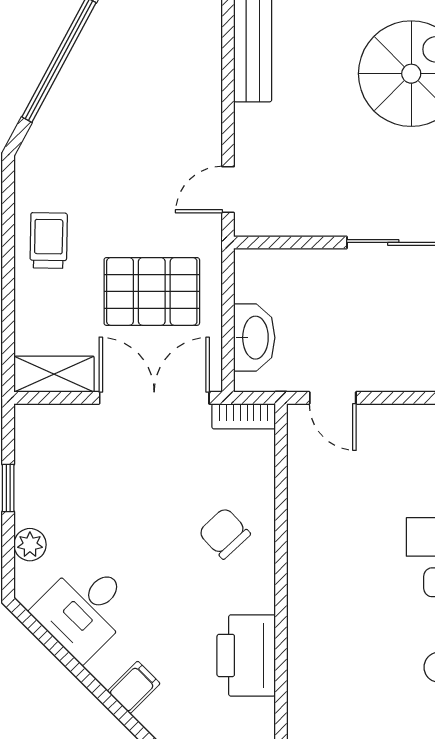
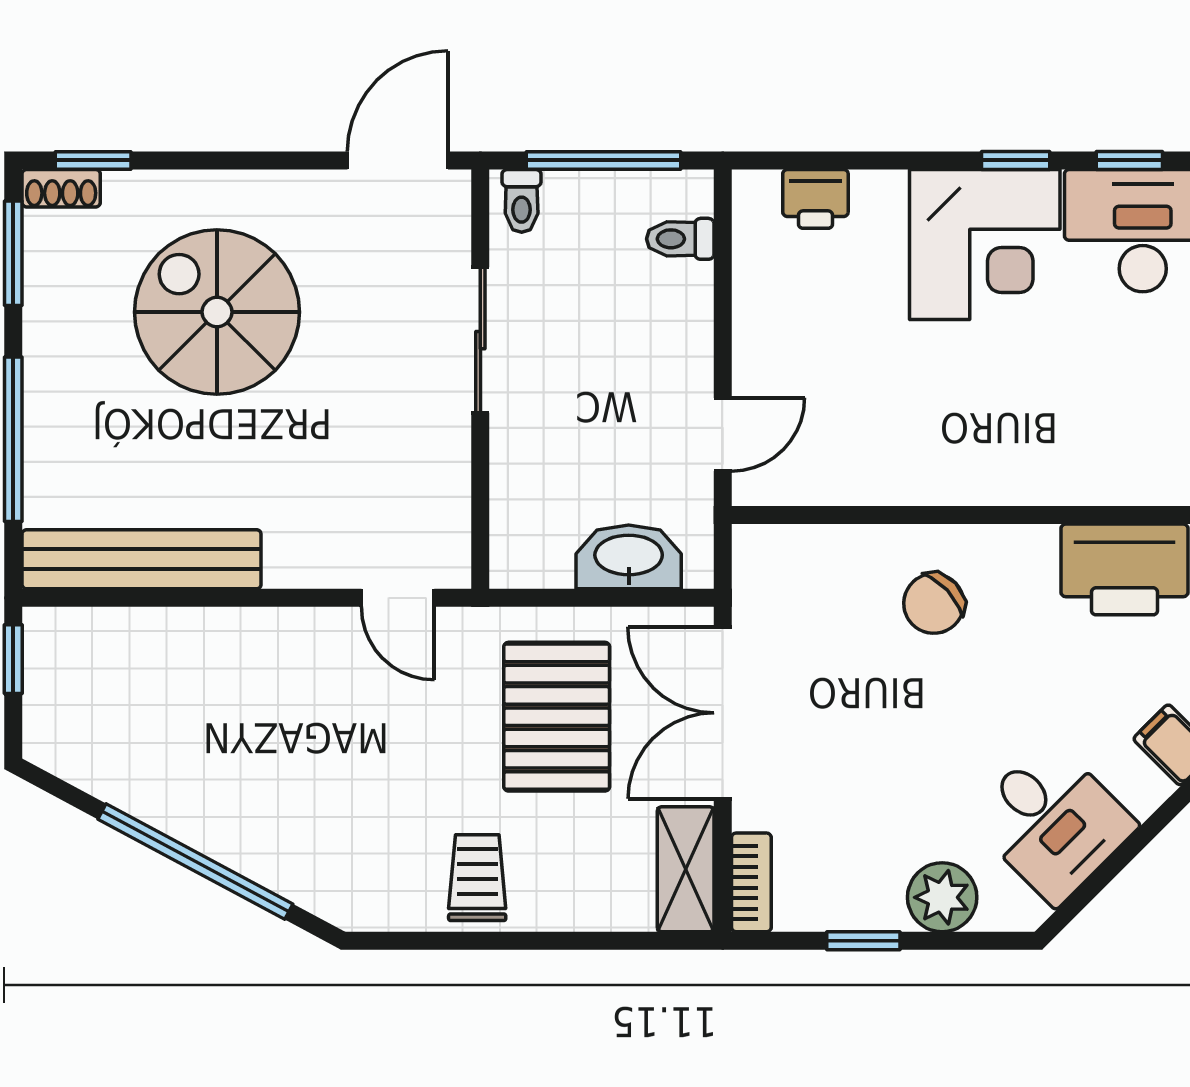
trolley: (49, 240) -> (477, 878), turned 89
bookcase: (244, 416) -> (751, 882), moved
plant: (30, 545) -> (942, 897), width x1.38, depth x1.38

